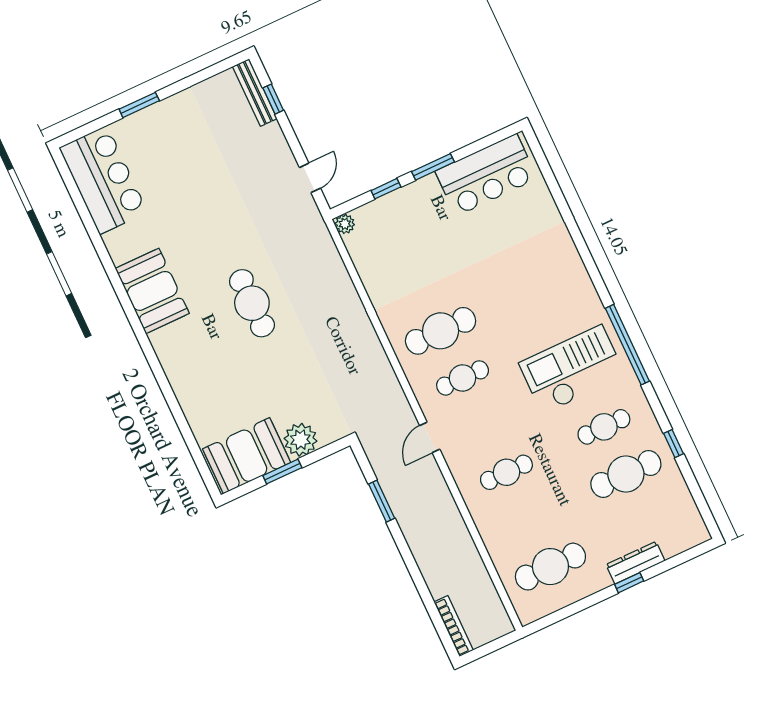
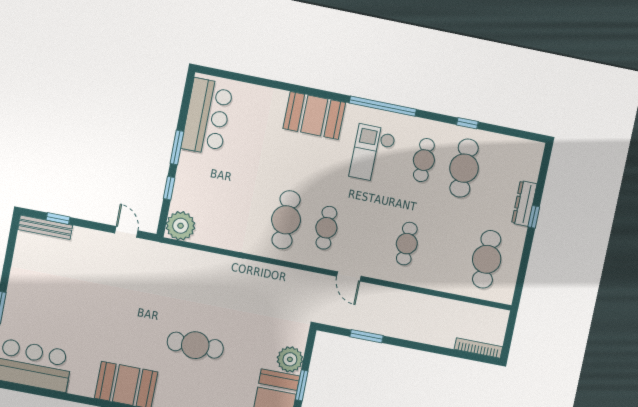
plant: (345, 224) -> (181, 226), width x1.88, depth x1.88
booth: (567, 282) -> (314, 116), added
cafe table: (252, 303) -> (195, 345), moved
checkout: (572, 370) -> (373, 153), width x0.73, depth x0.83

